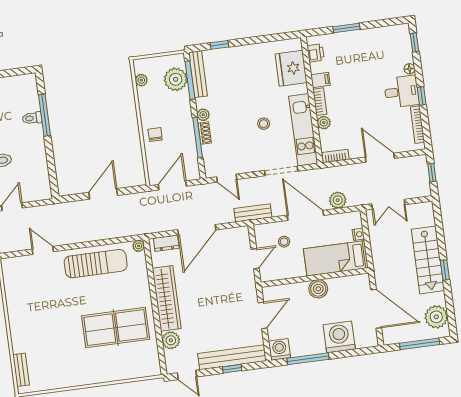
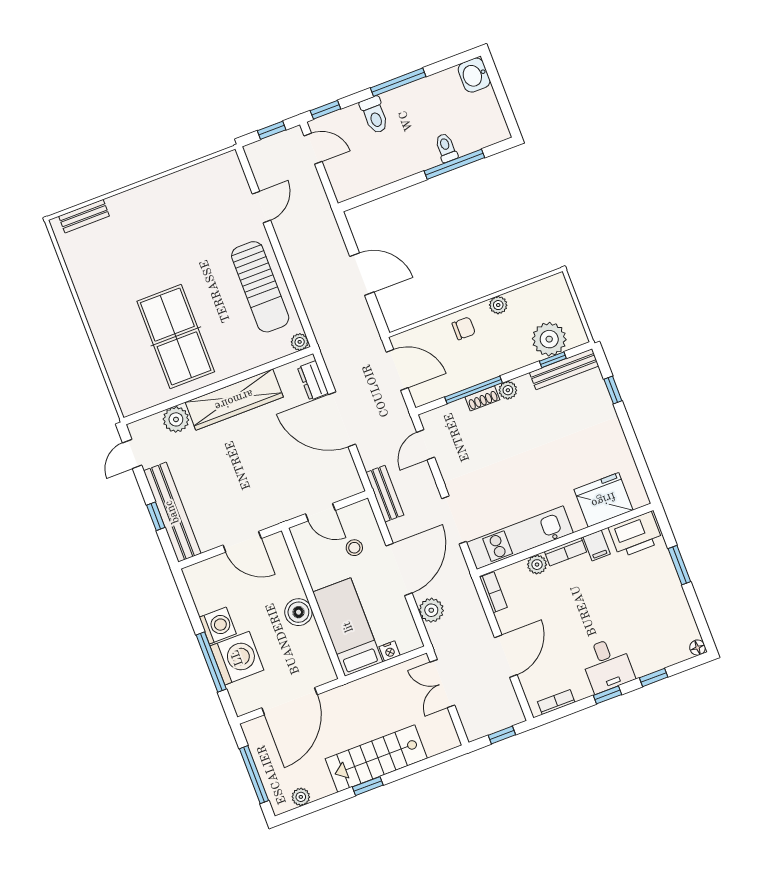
window: (414, 42) -> (654, 677), moved
printer: (316, 53) -> (635, 535), width x1.87, depth x1.48
floor lamp: (409, 69) -> (698, 648), moved
plant: (141, 80) -> (498, 305), moved
window: (190, 80) -> (553, 360), width x0.46
stool: (264, 124) -> (516, 479), removed
bookcase: (417, 125) -> (556, 702), width x0.64
plant: (436, 317) -> (301, 797), width x0.53, depth x0.53
washing machine: (279, 349) -> (218, 626), moved
window: (308, 359) -> (211, 662), moved

